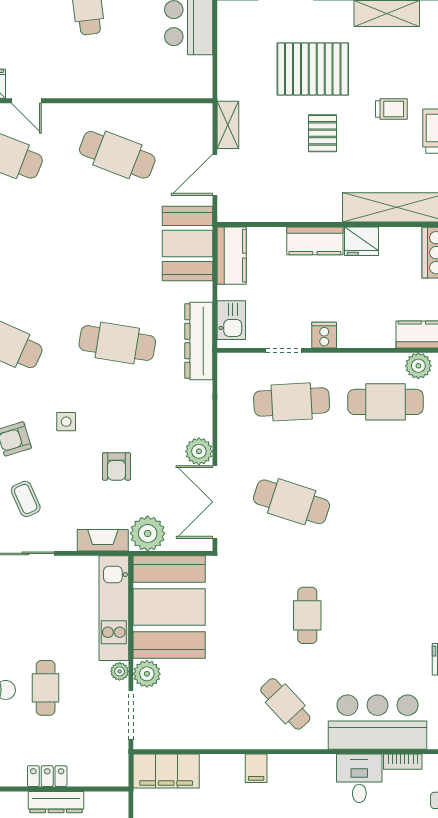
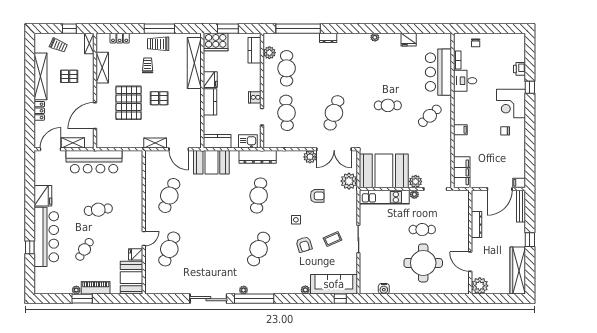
fireplace: (103, 540) -> (352, 202), removed
locker: (47, 776) -> (464, 229), removed

